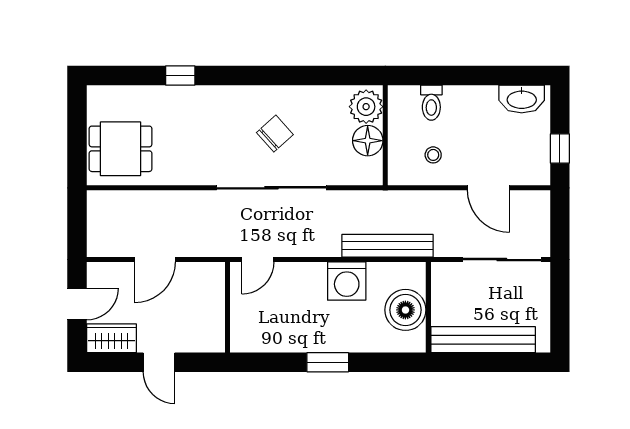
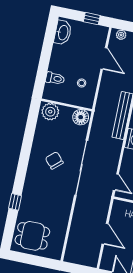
floor lamp: (368, 141) -> (81, 117), moved
dining table: (121, 149) -> (32, 236), moved, turned 90
door: (489, 188) -> (104, 59), hinge flipped
plant: (541, 211) -> (121, 35), added

